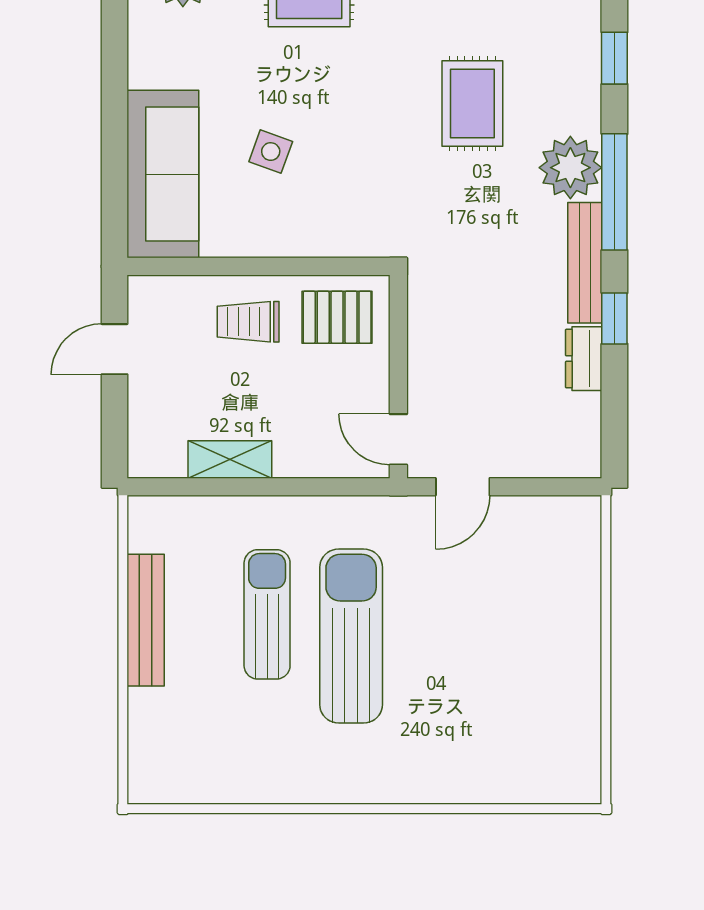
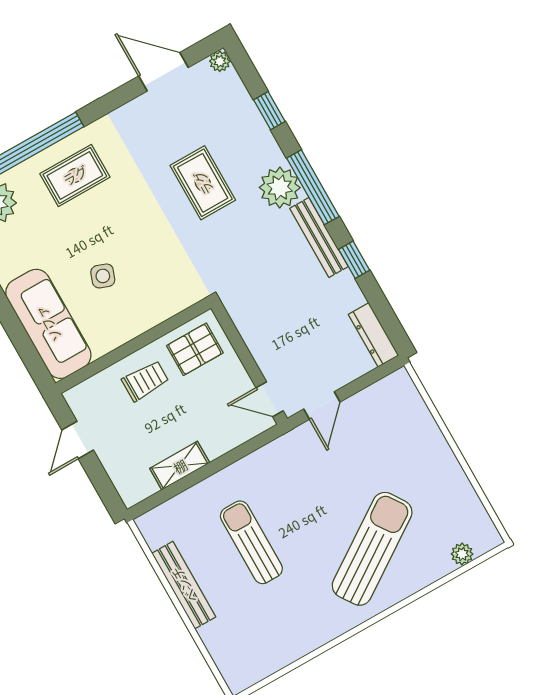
trolley: (248, 322) -> (145, 381), turned 180
dresser: (584, 359) -> (374, 335), moved, width x1.44
sun lounger: (351, 636) -> (372, 549), moved, turned 56
plant: (536, 788) -> (462, 554), added

